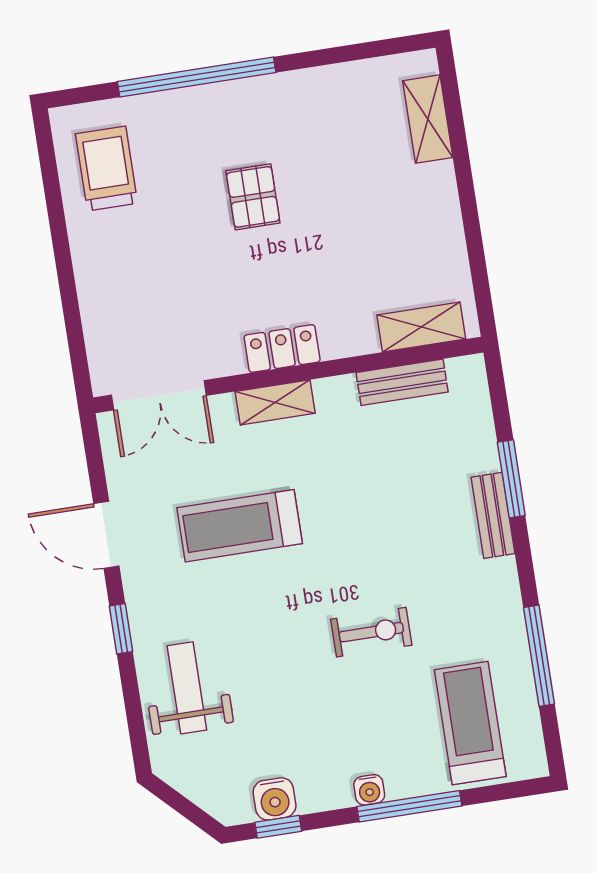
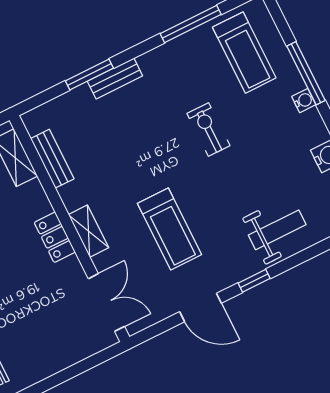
door: (106, 535) -> (200, 307), hinge flipped
weight bench: (187, 688) -> (277, 230), turned 180
treadmill: (470, 723) -> (244, 53), turned -90

